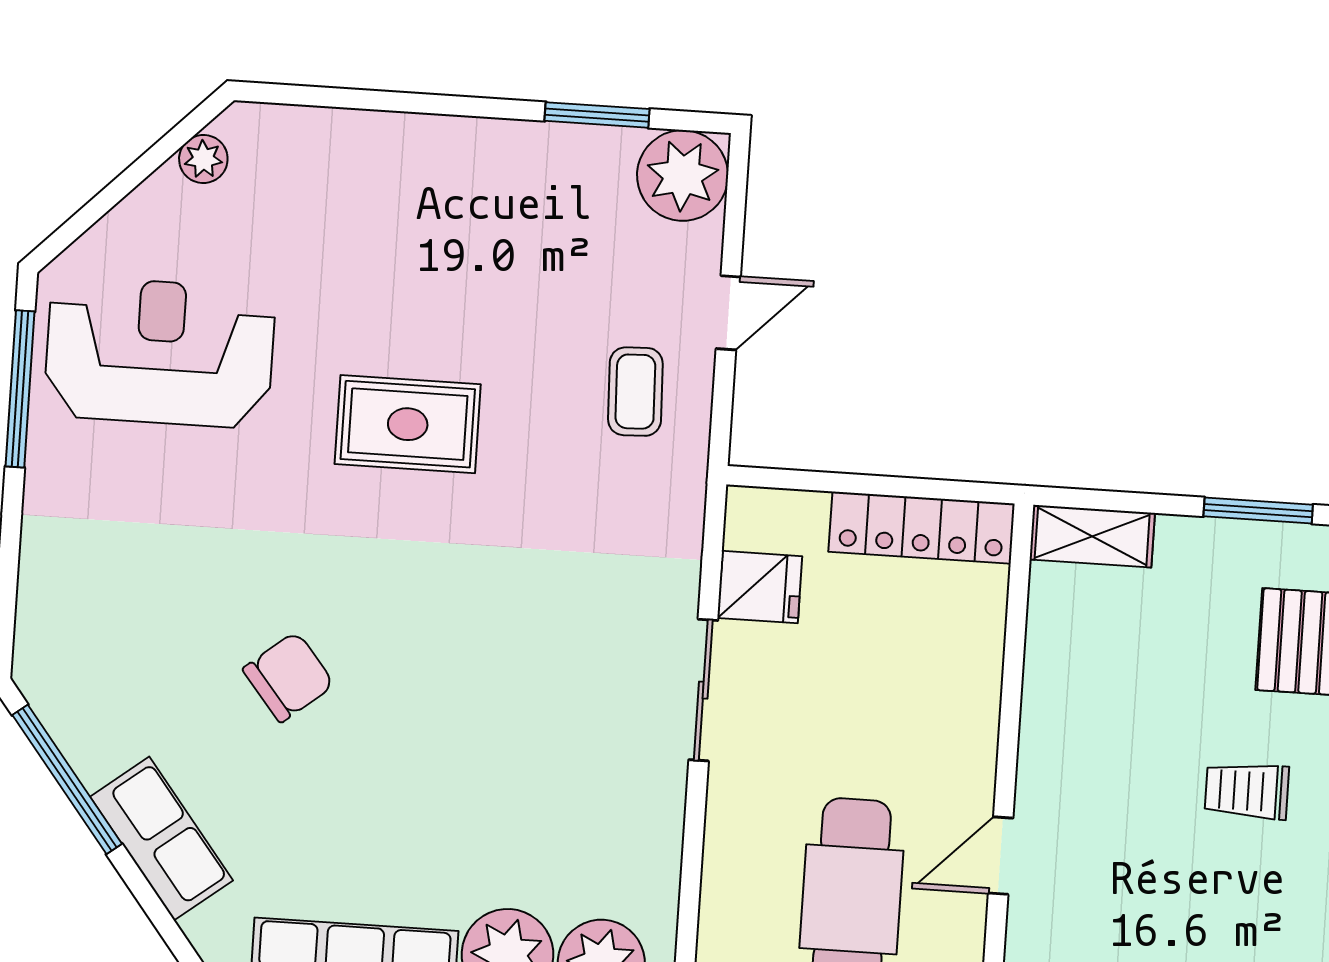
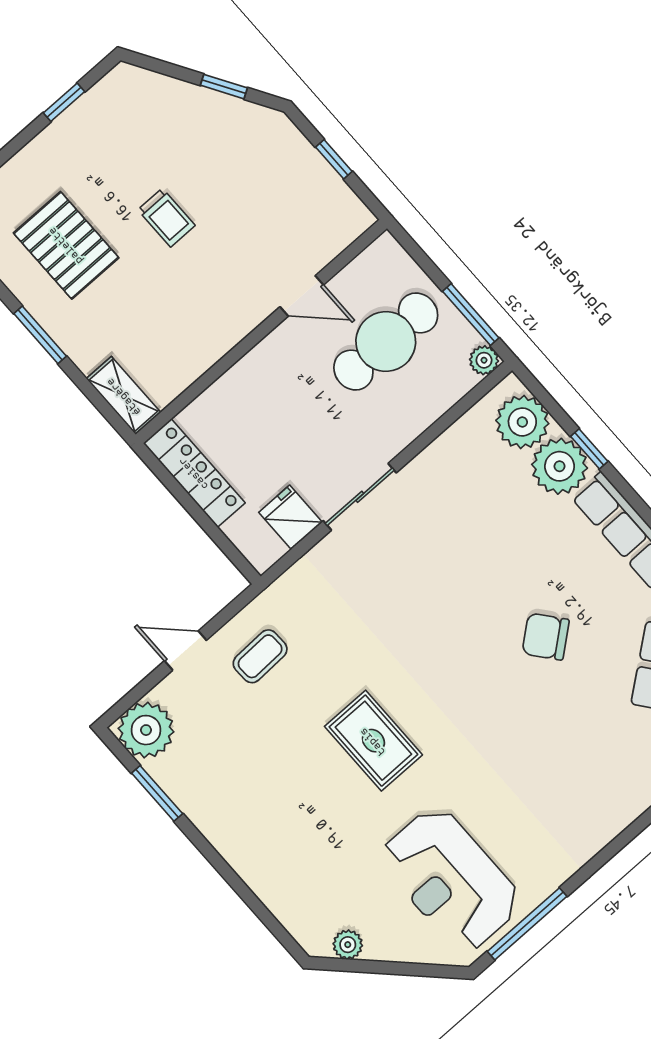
chair: (289, 677) -> (546, 637), moved

